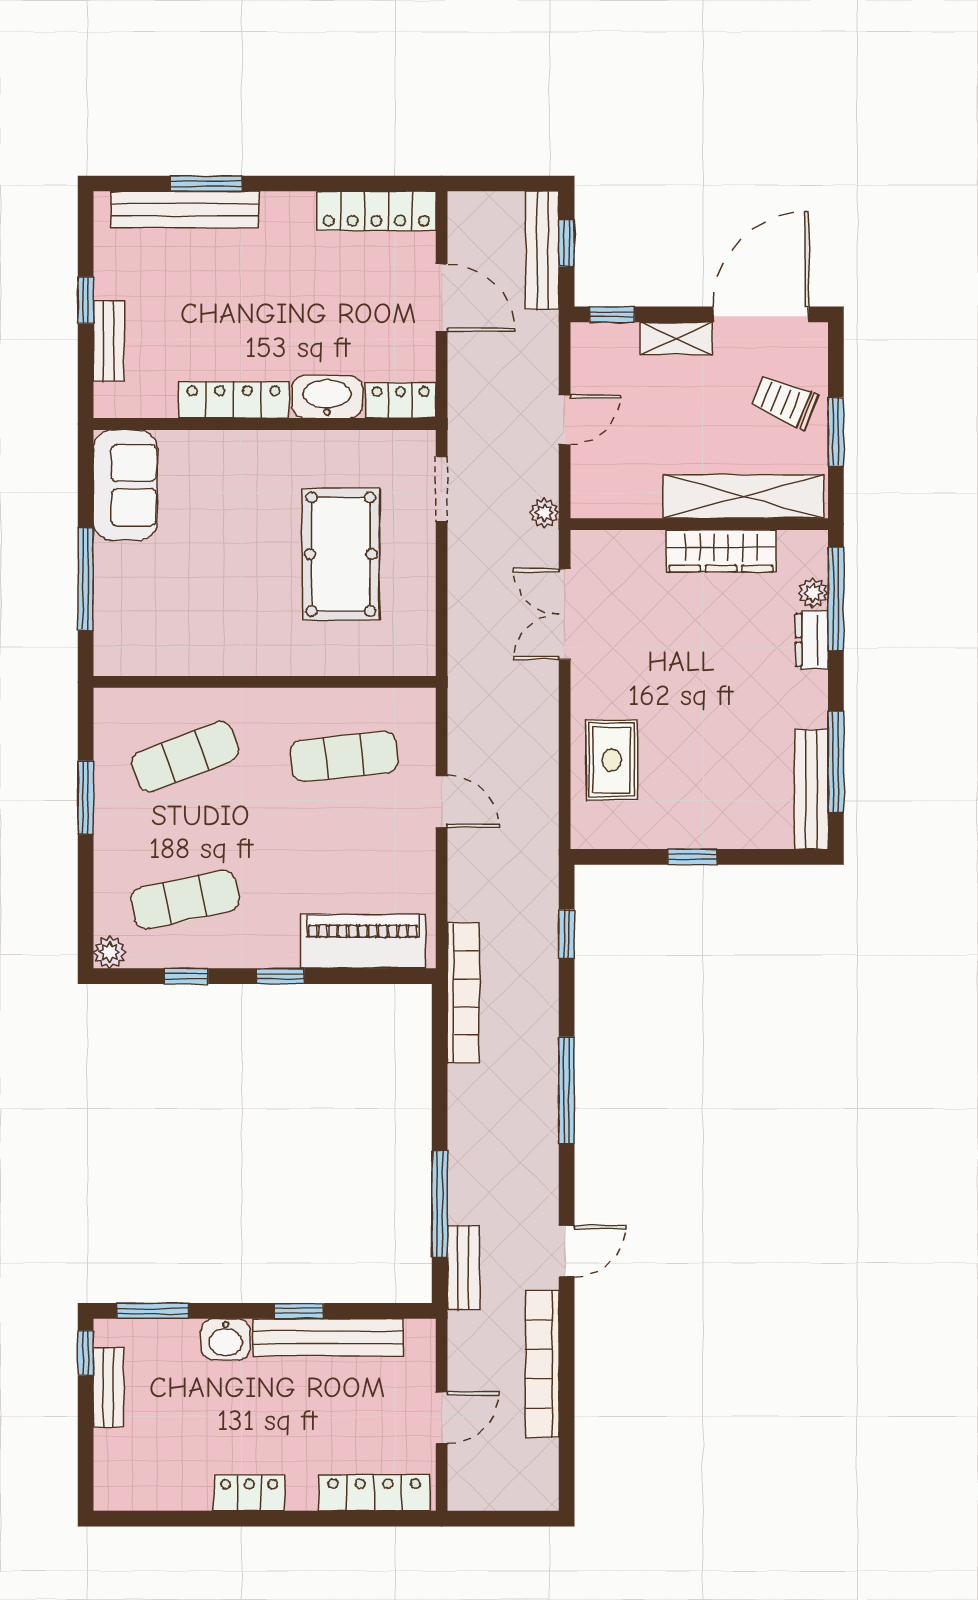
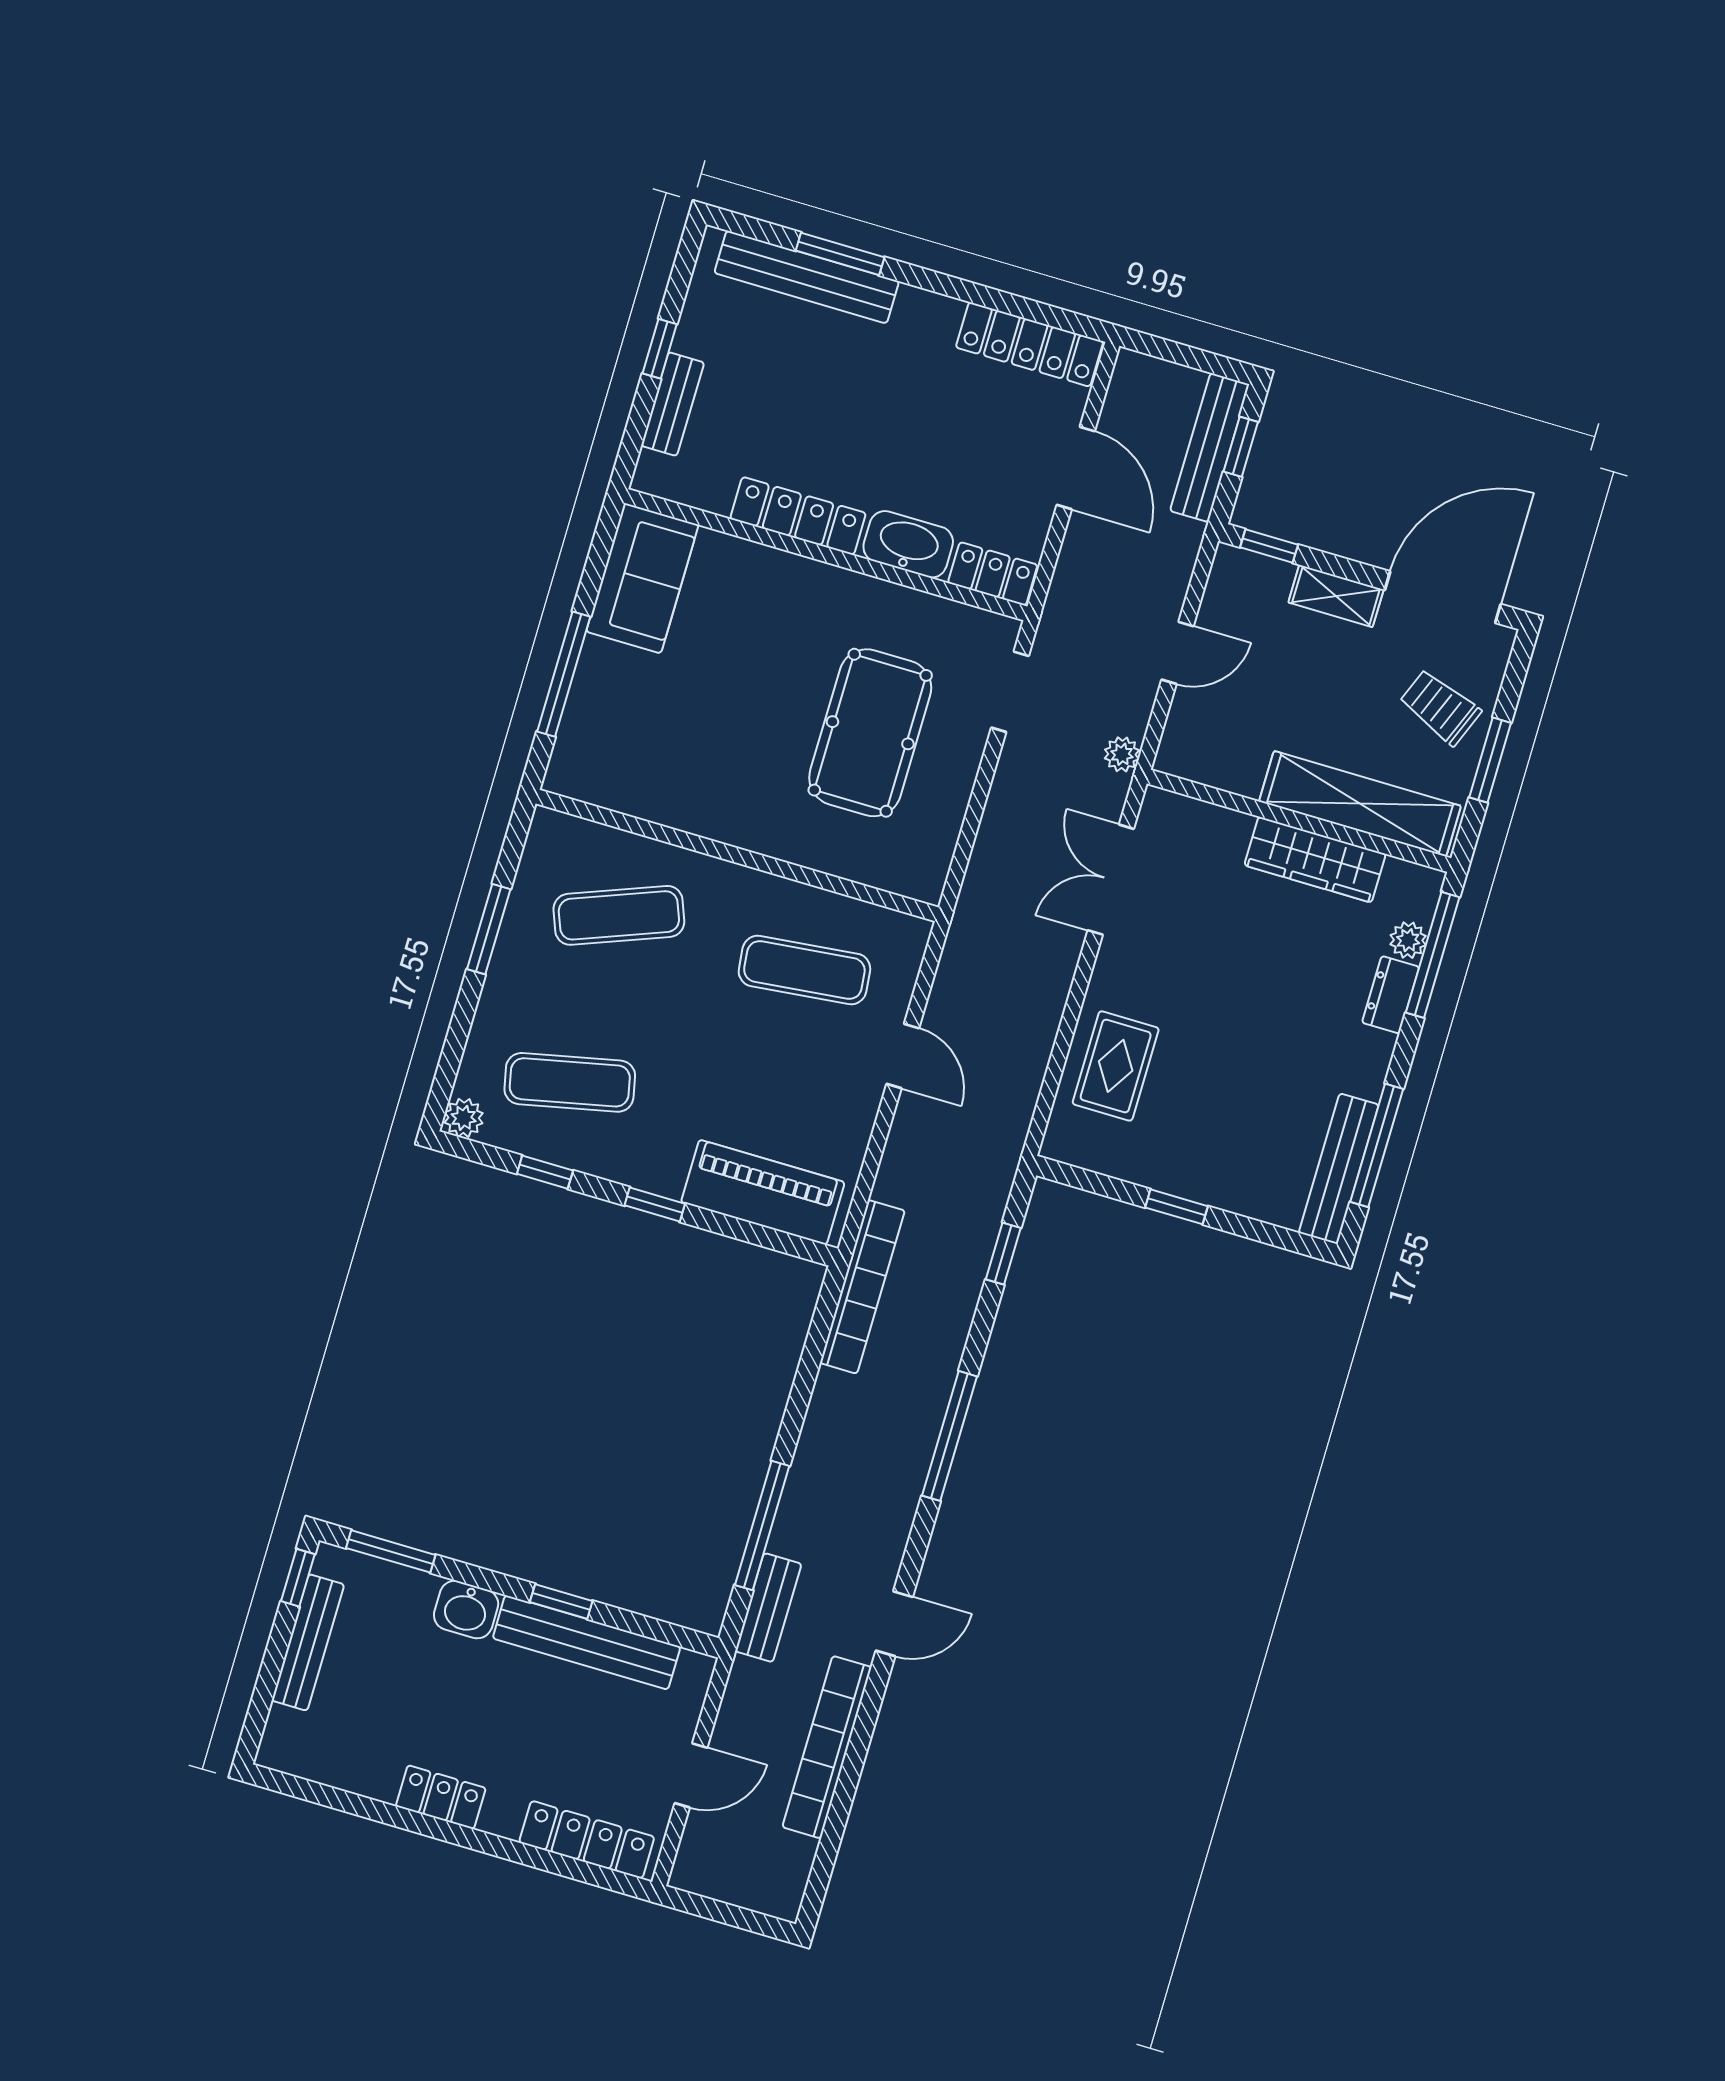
bench: (109, 1387) -> (308, 1642), width x1.36

